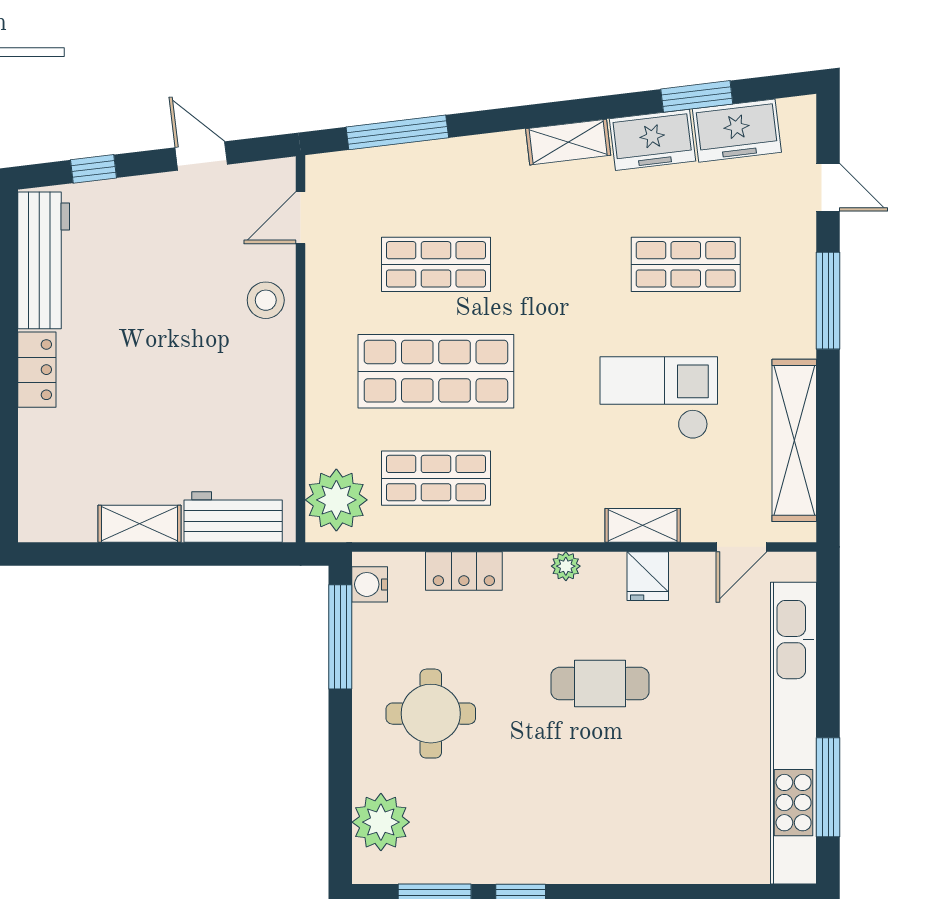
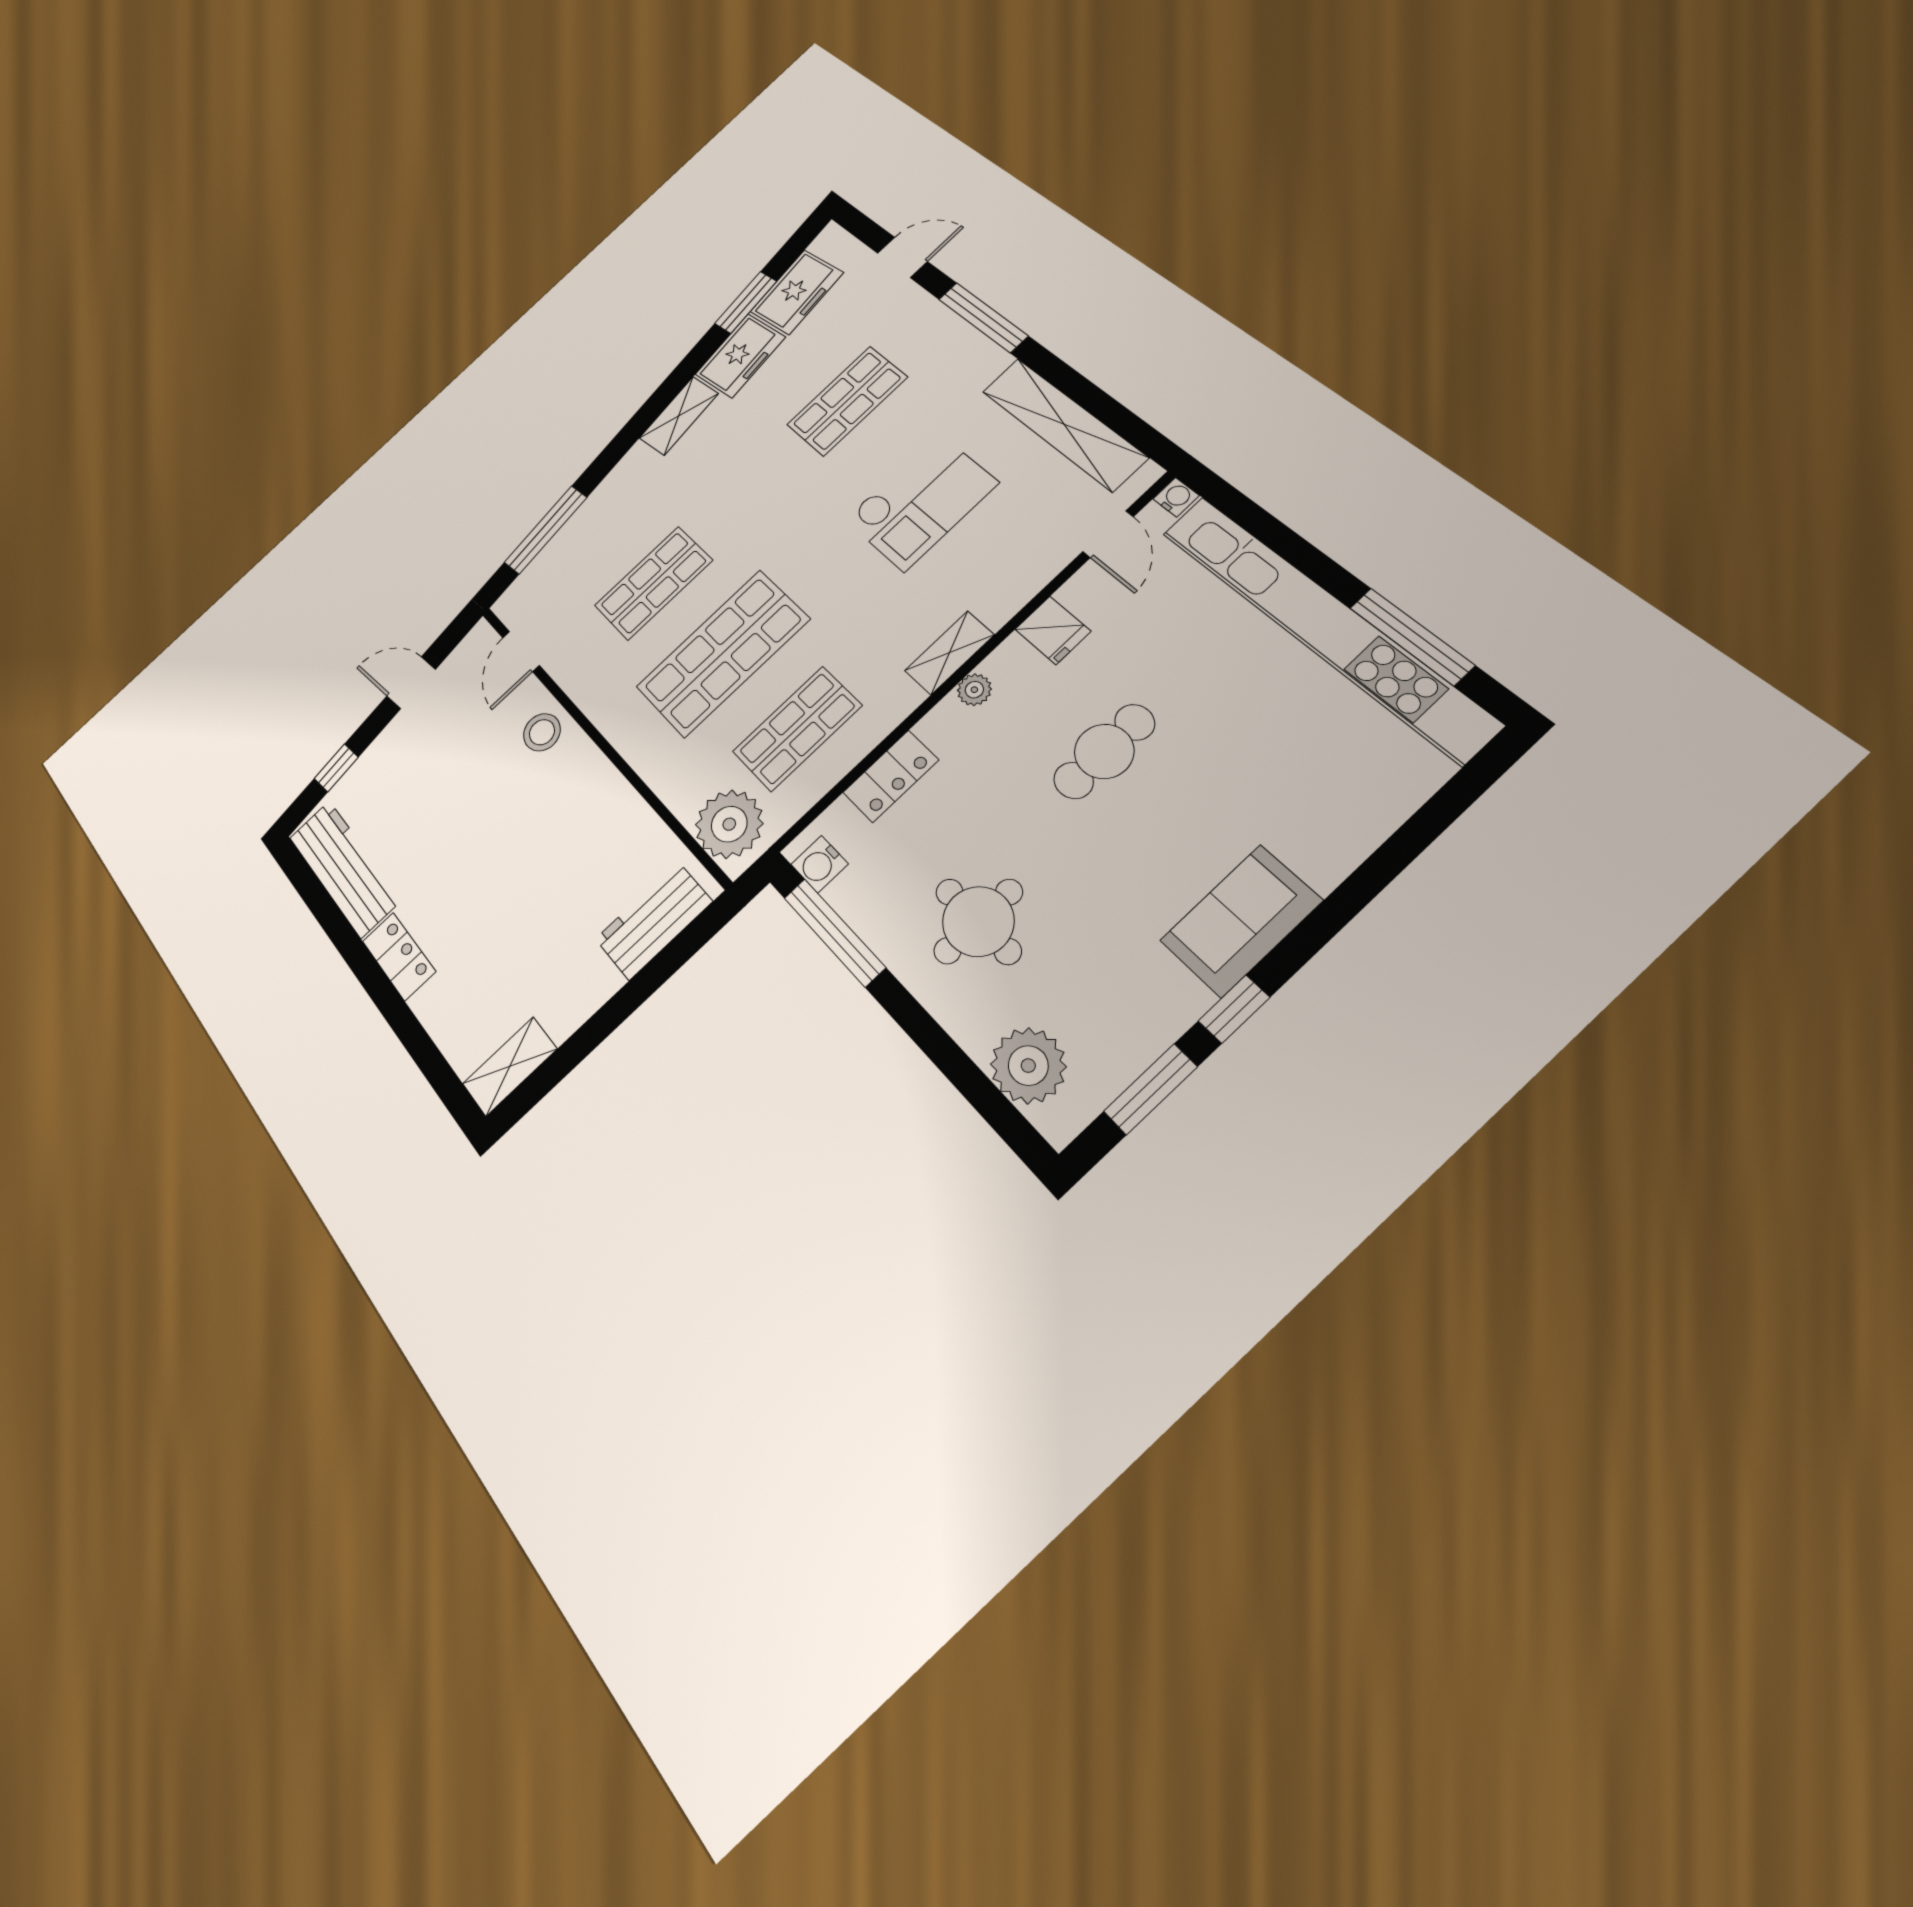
checkout: (659, 398) -> (921, 501), turned 180
shelving: (140, 524) -> (510, 1066), moved
shelving: (643, 525) -> (949, 653), moved
water cooler: (803, 566) -> (1176, 497), added
sofa: (573, 853) -> (1241, 921), added

